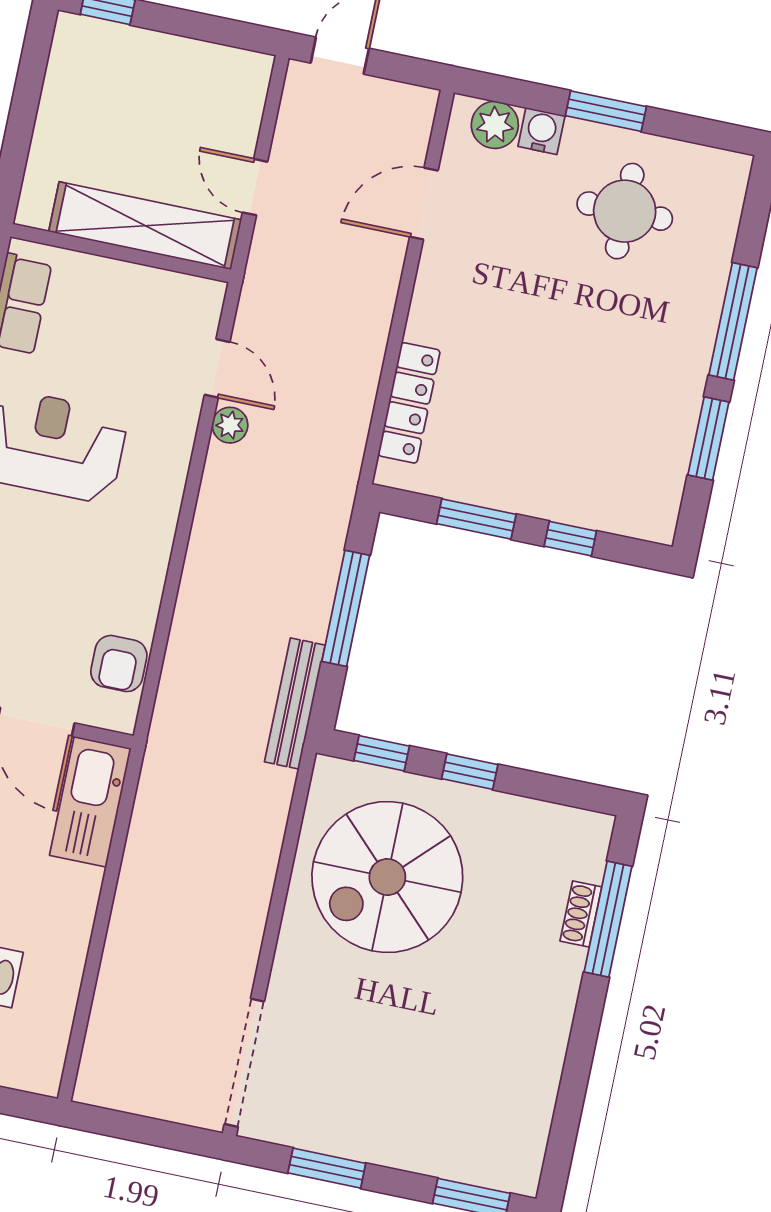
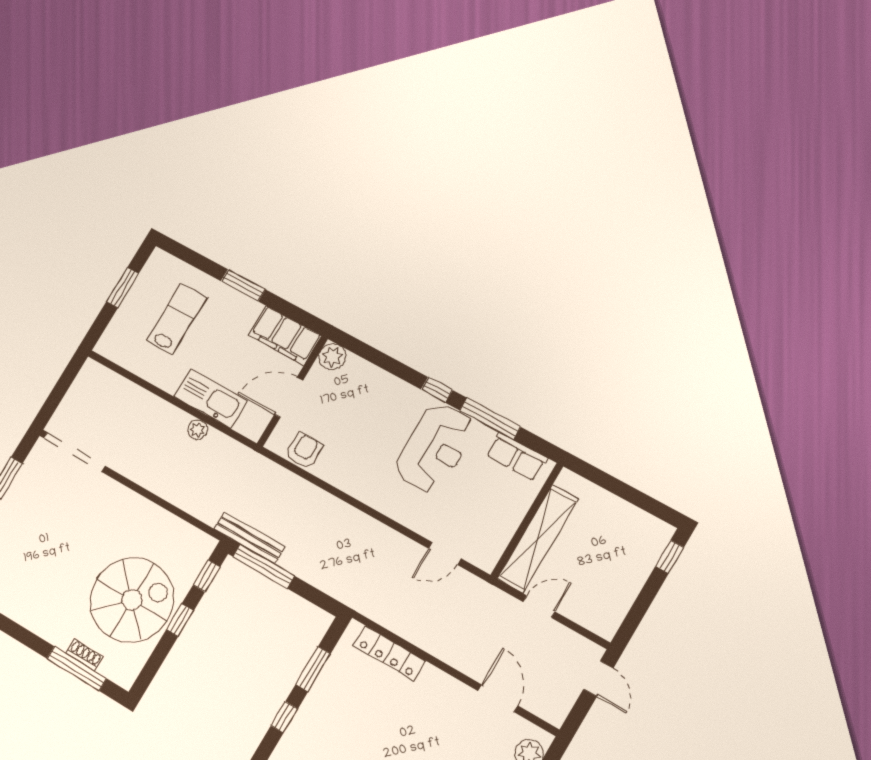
plant: (230, 425) -> (198, 430), moved
window: (346, 608) -> (264, 566), moved
armchair: (119, 664) -> (304, 451), turned 90
kitchen sink: (90, 802) -> (211, 399), moved
spiral stairs: (387, 877) -> (132, 600), moved, turned 90

